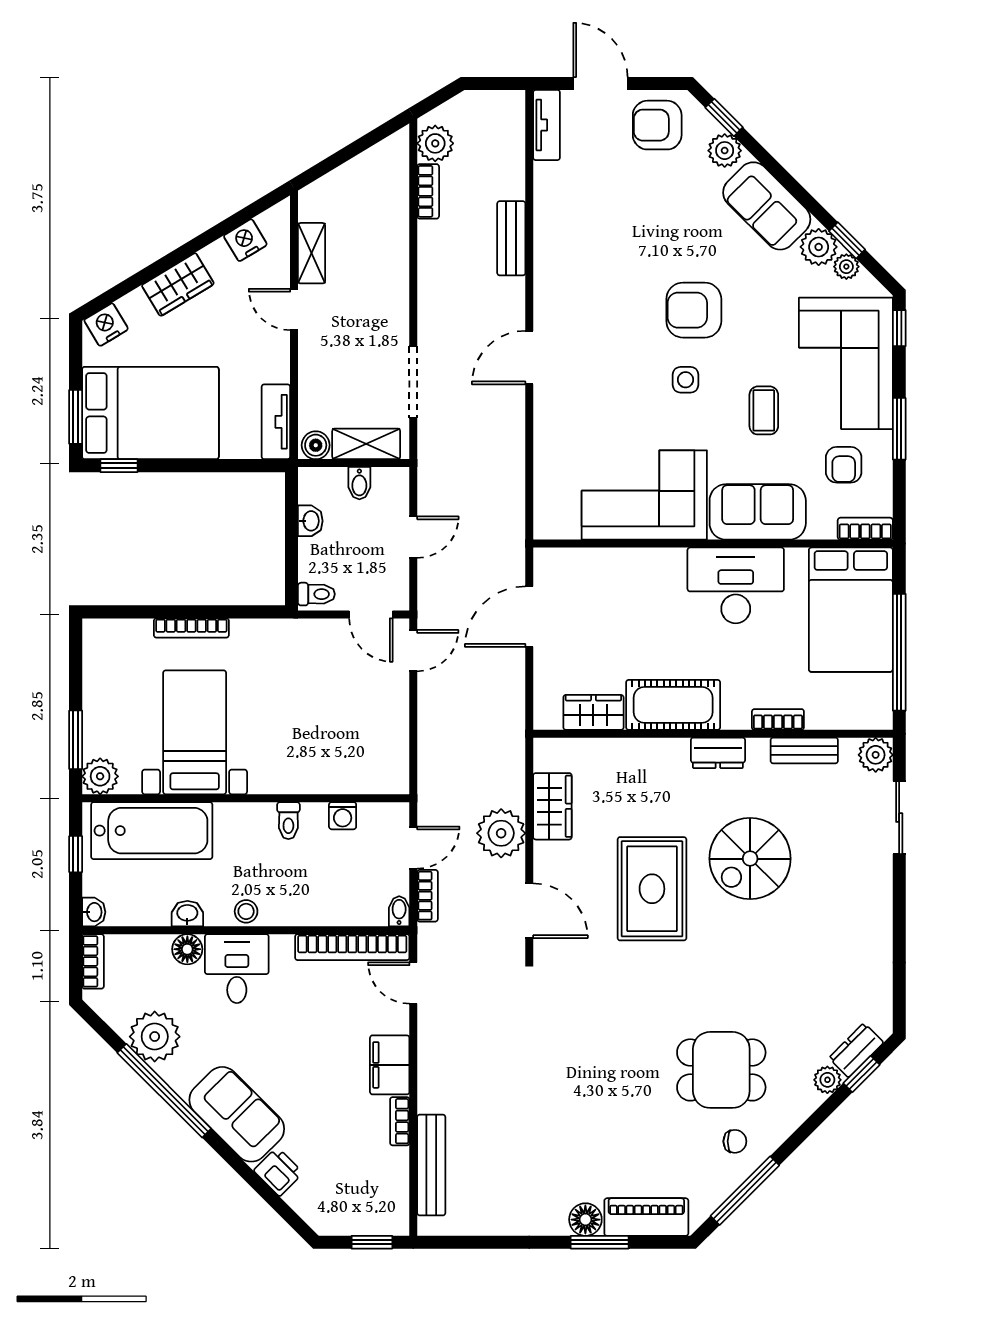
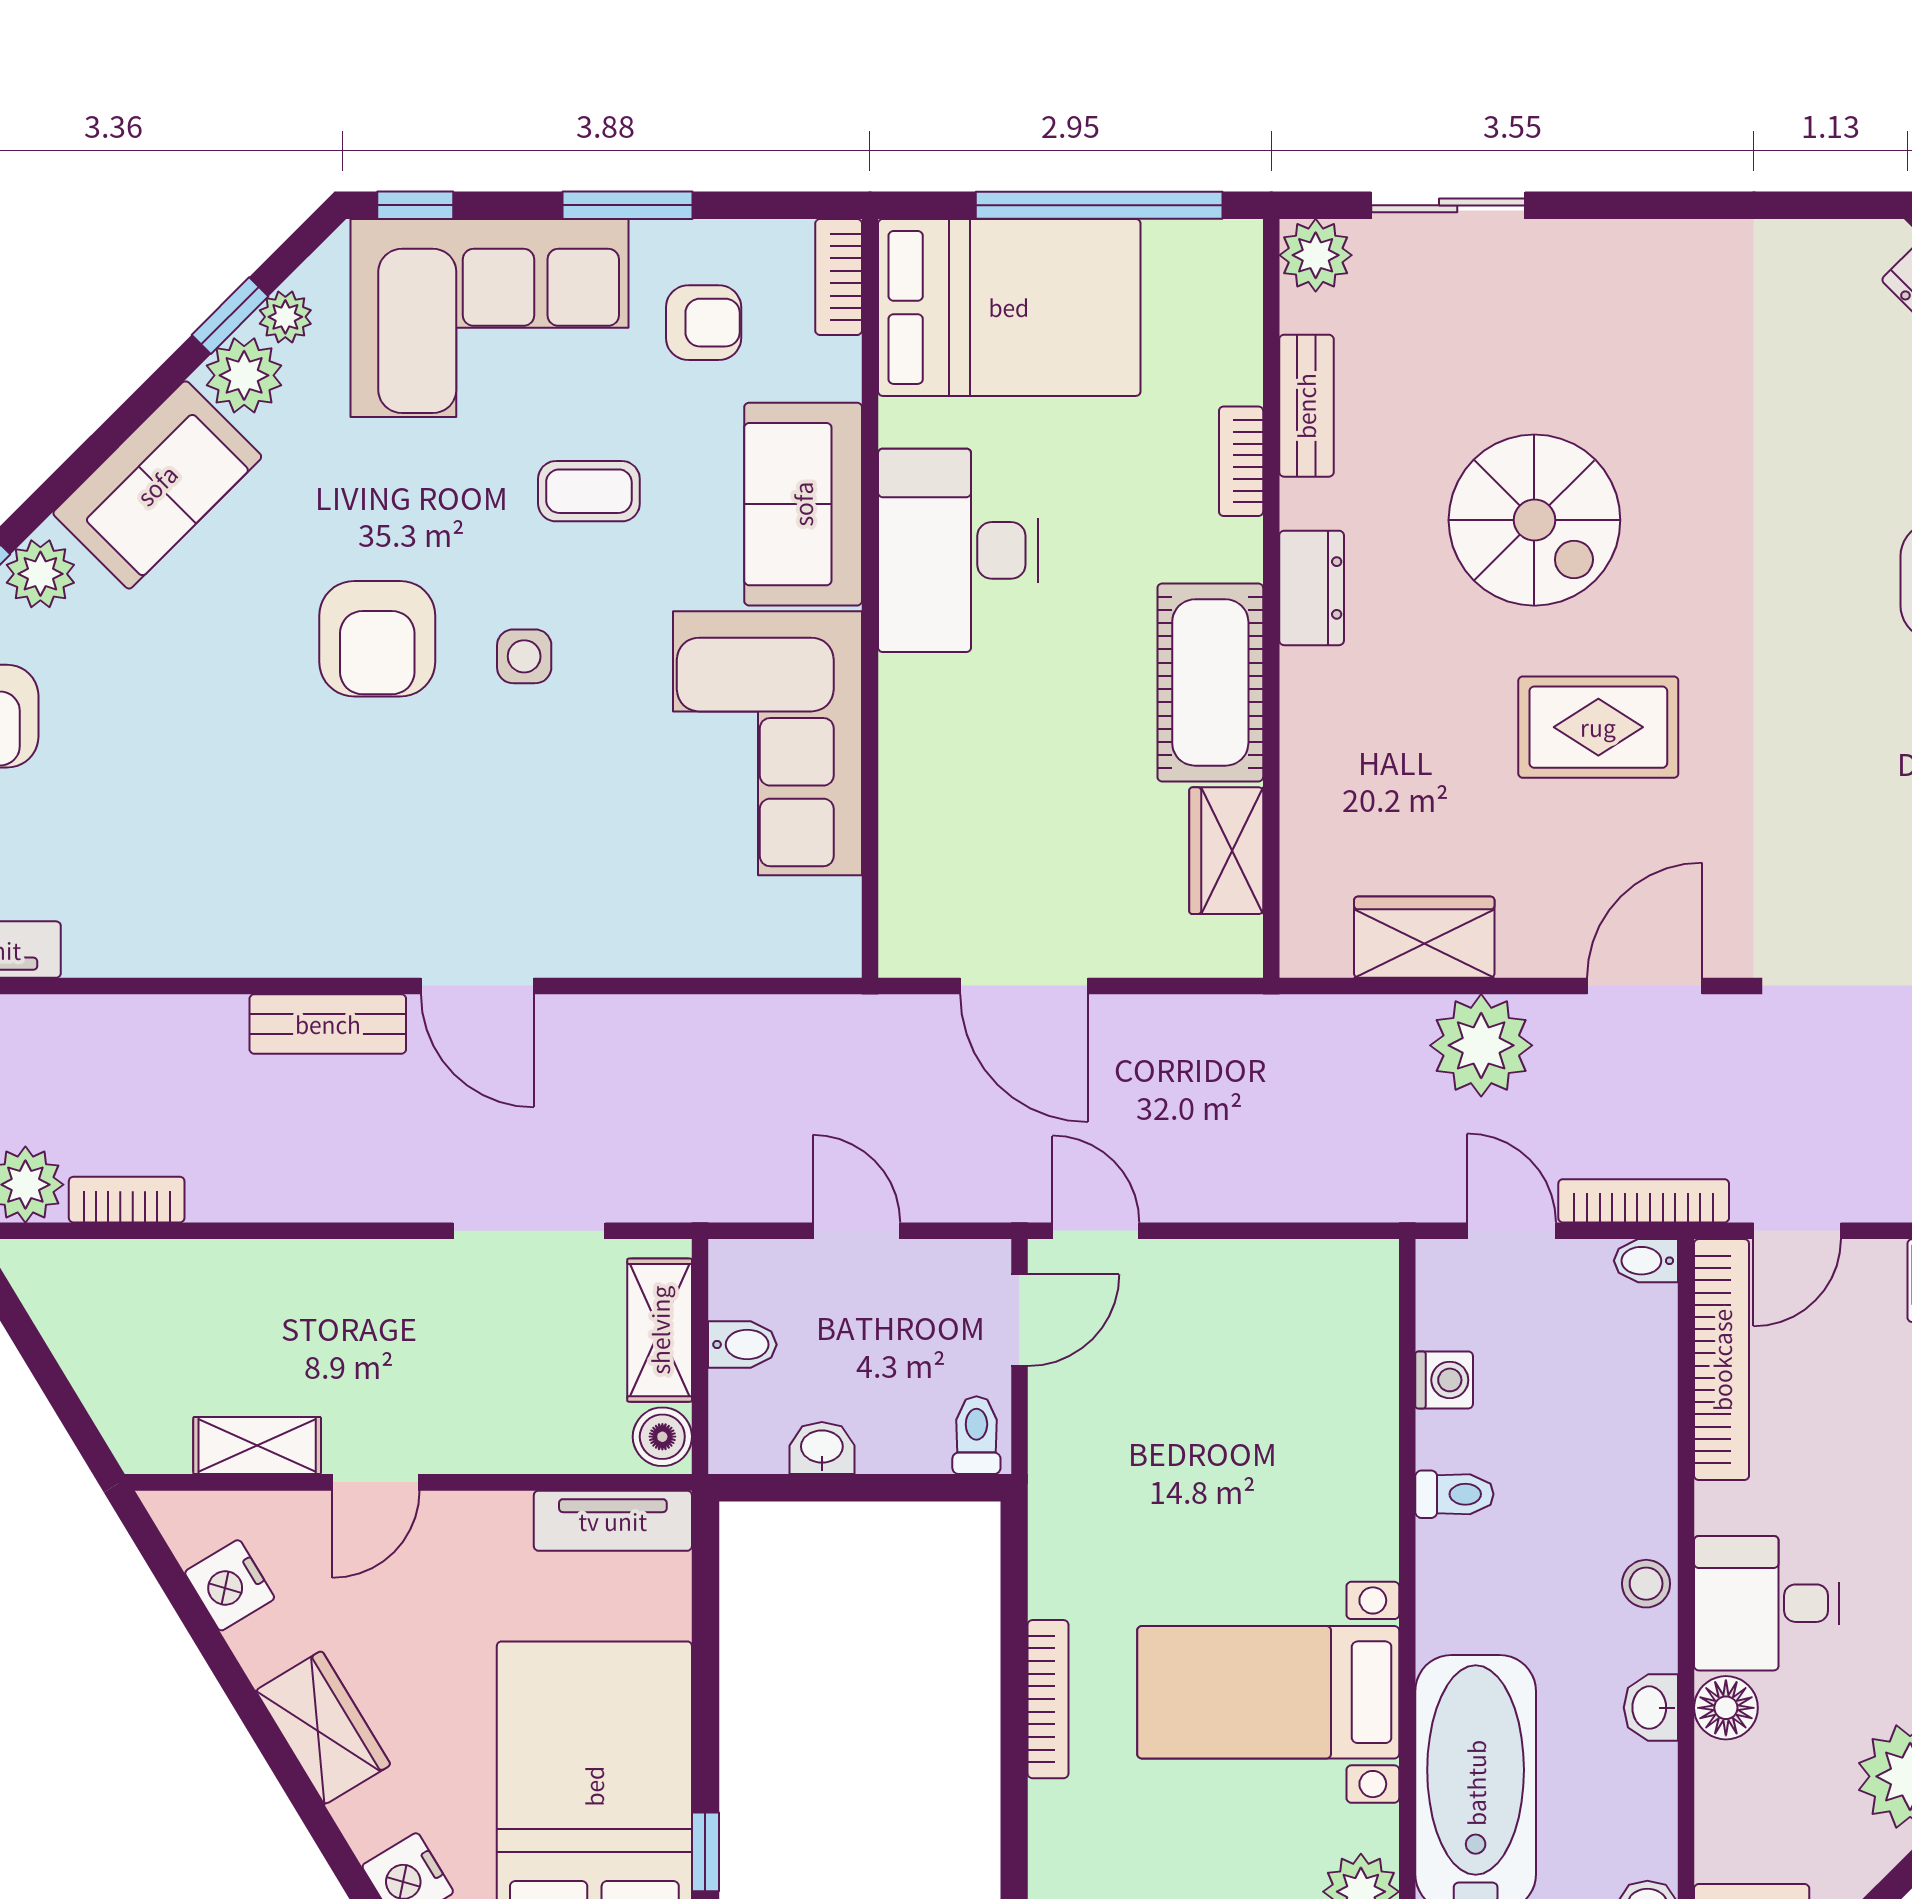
bench: (511, 238) -> (328, 1024), moved
rug: (652, 889) -> (1598, 727), width x0.73, depth x0.70
bookcase: (427, 896) -> (1644, 1201), width x1.56

